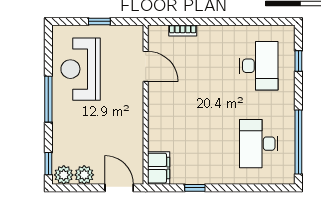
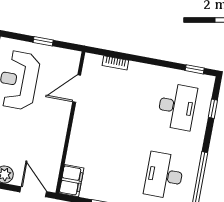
window: (271, 21) -> (195, 69), added
door: (146, 66) -> (77, 89), swing flipped

